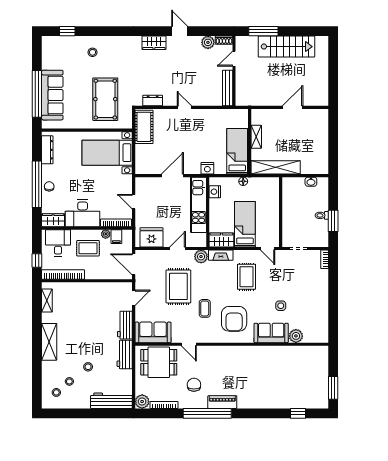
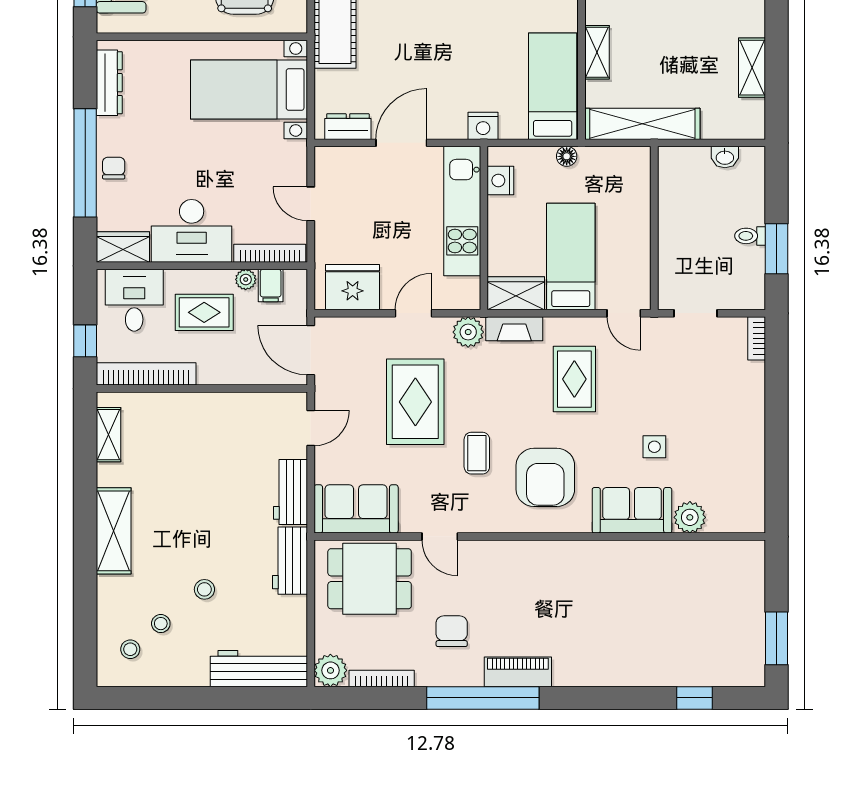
shelving: (323, 143) -> (752, 68), added
dresser: (150, 169) -> (348, 127), added

